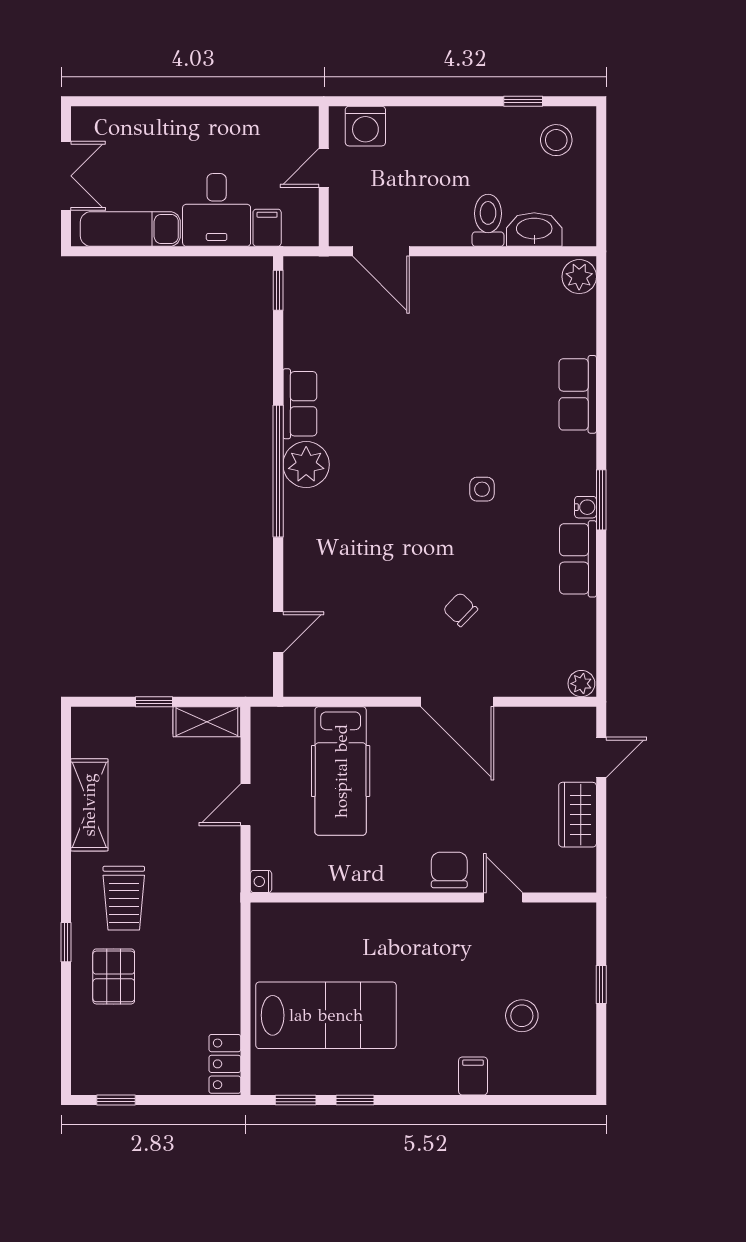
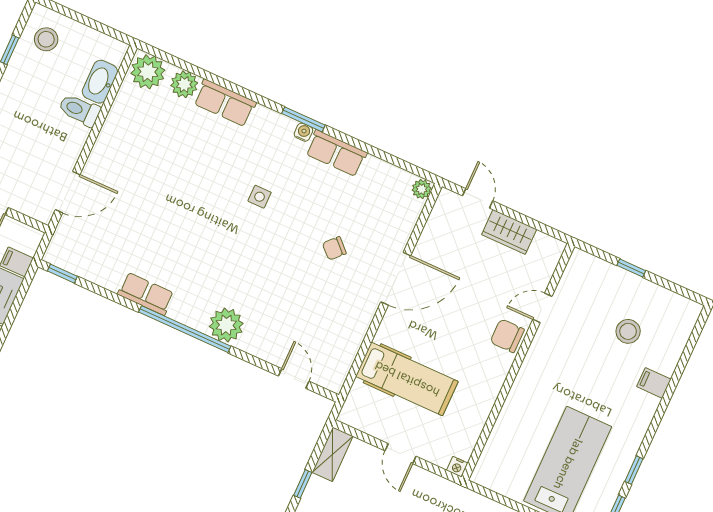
plant: (579, 277) -> (148, 72), width x1.36, depth x1.36
plant: (578, 334) -> (184, 84), added
plant: (306, 465) -> (226, 325), moved

